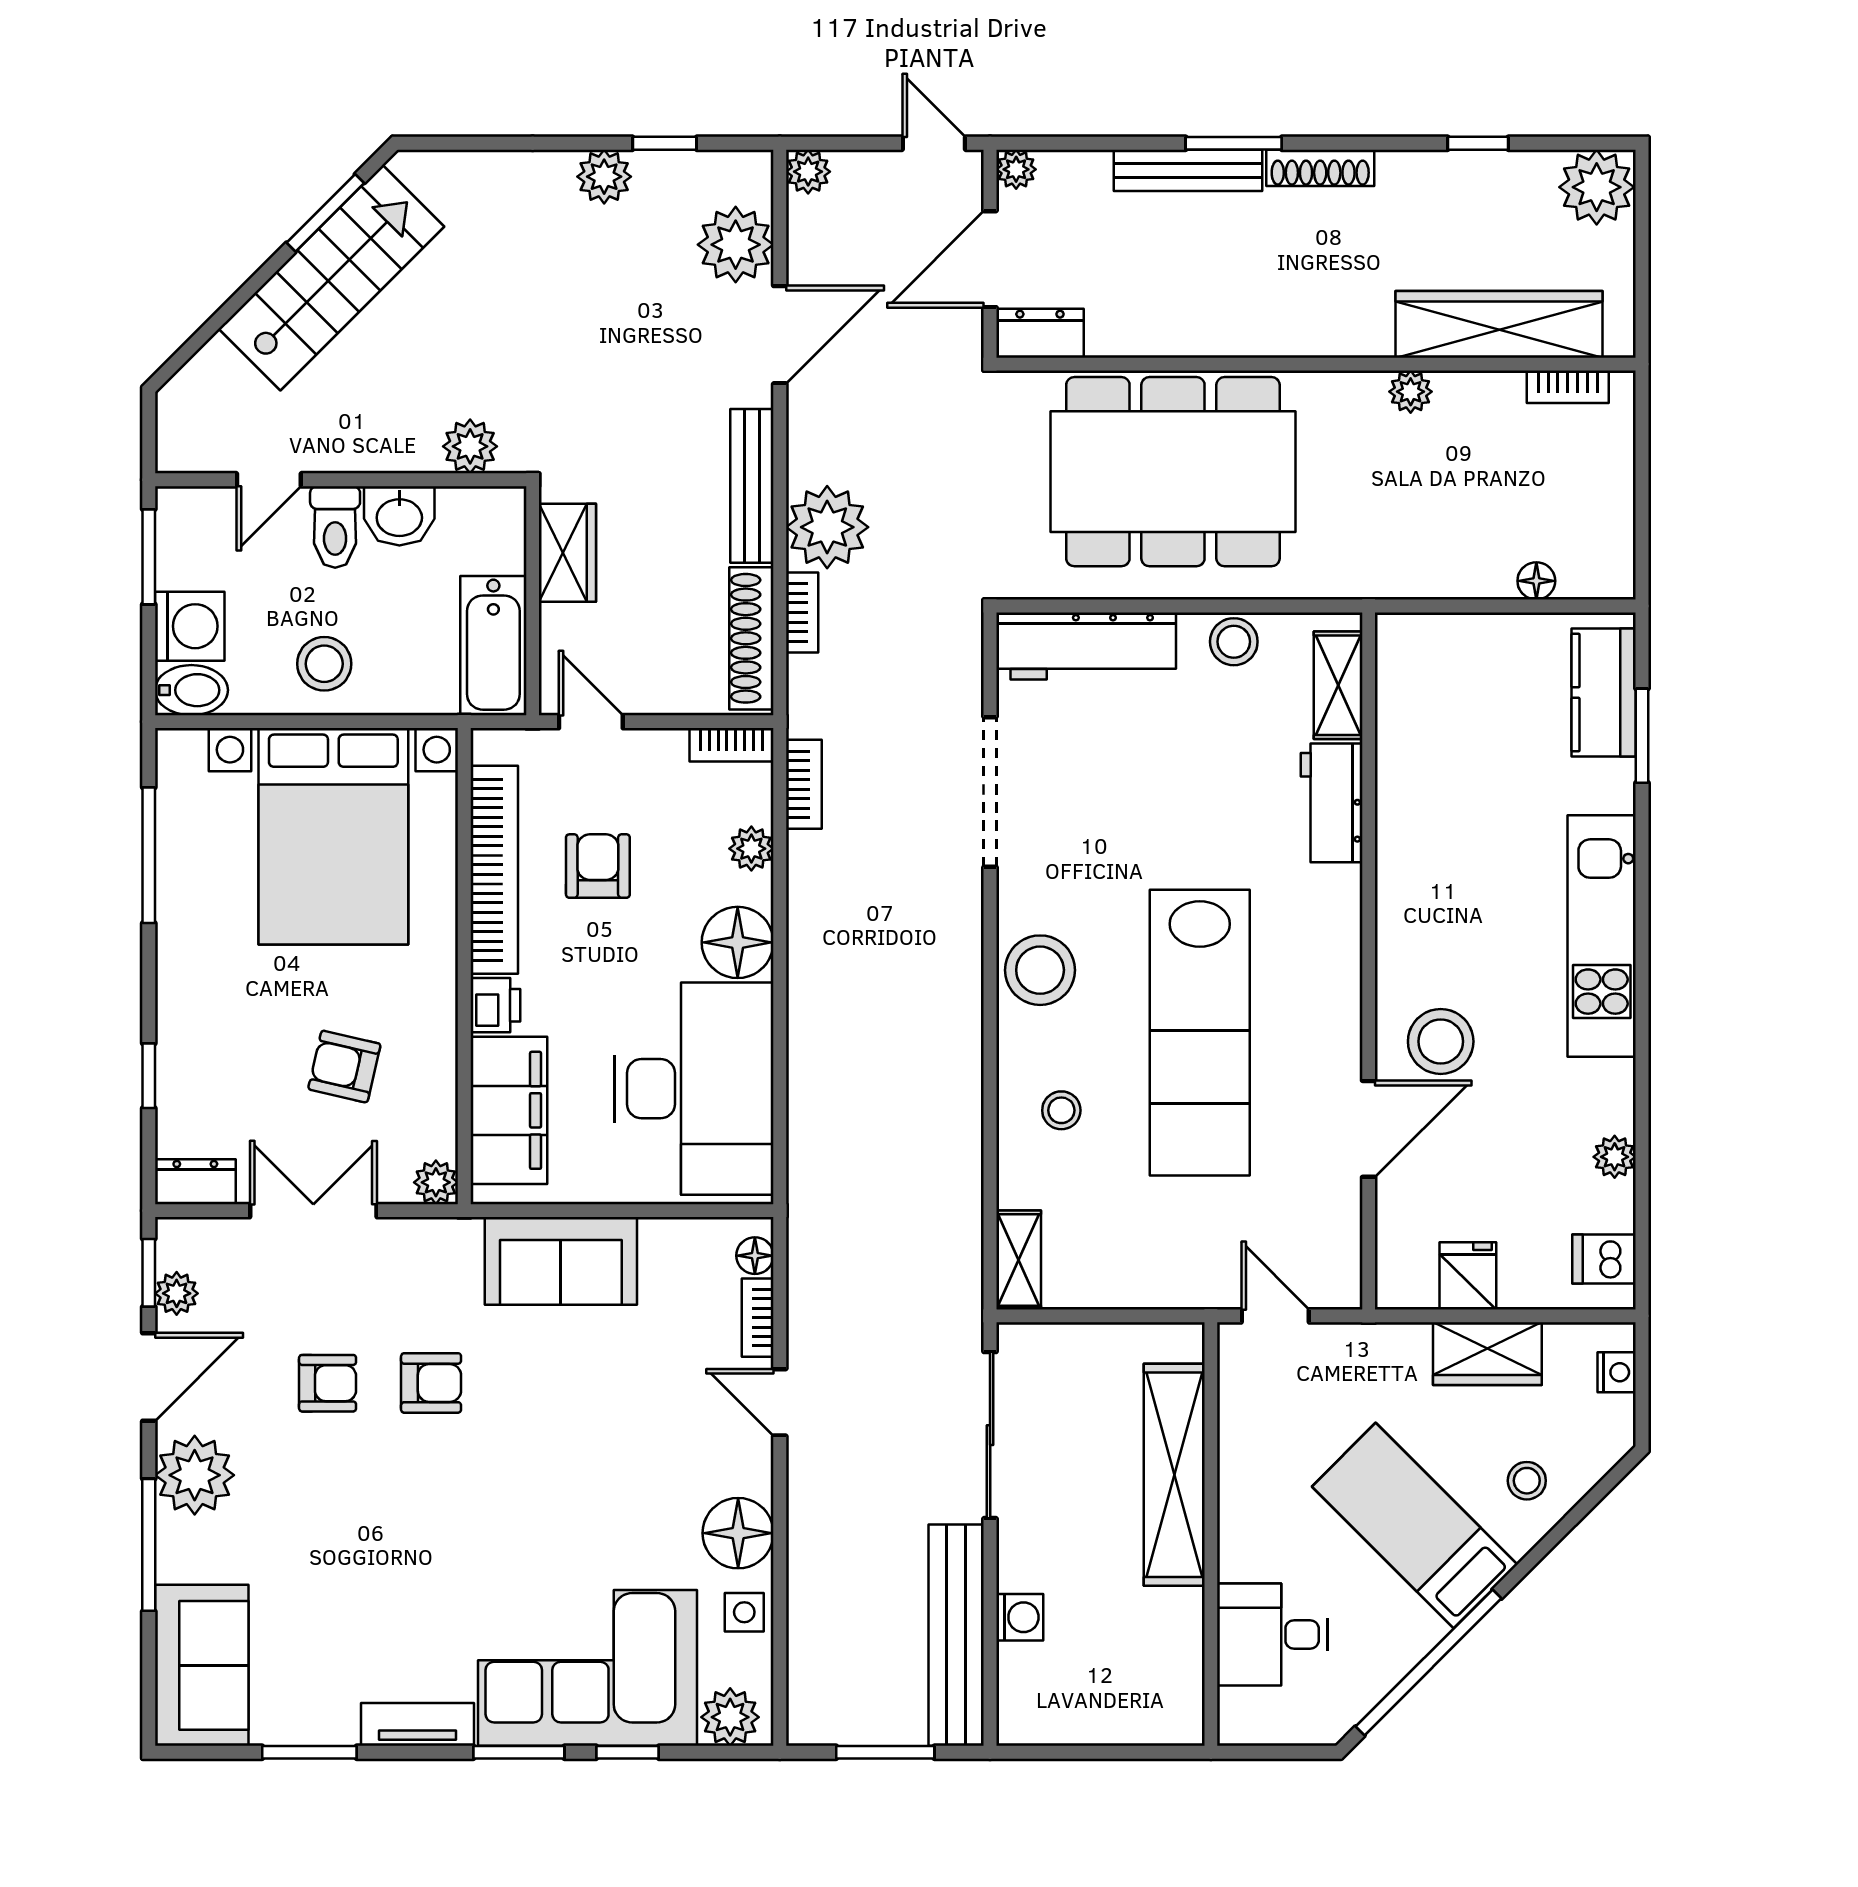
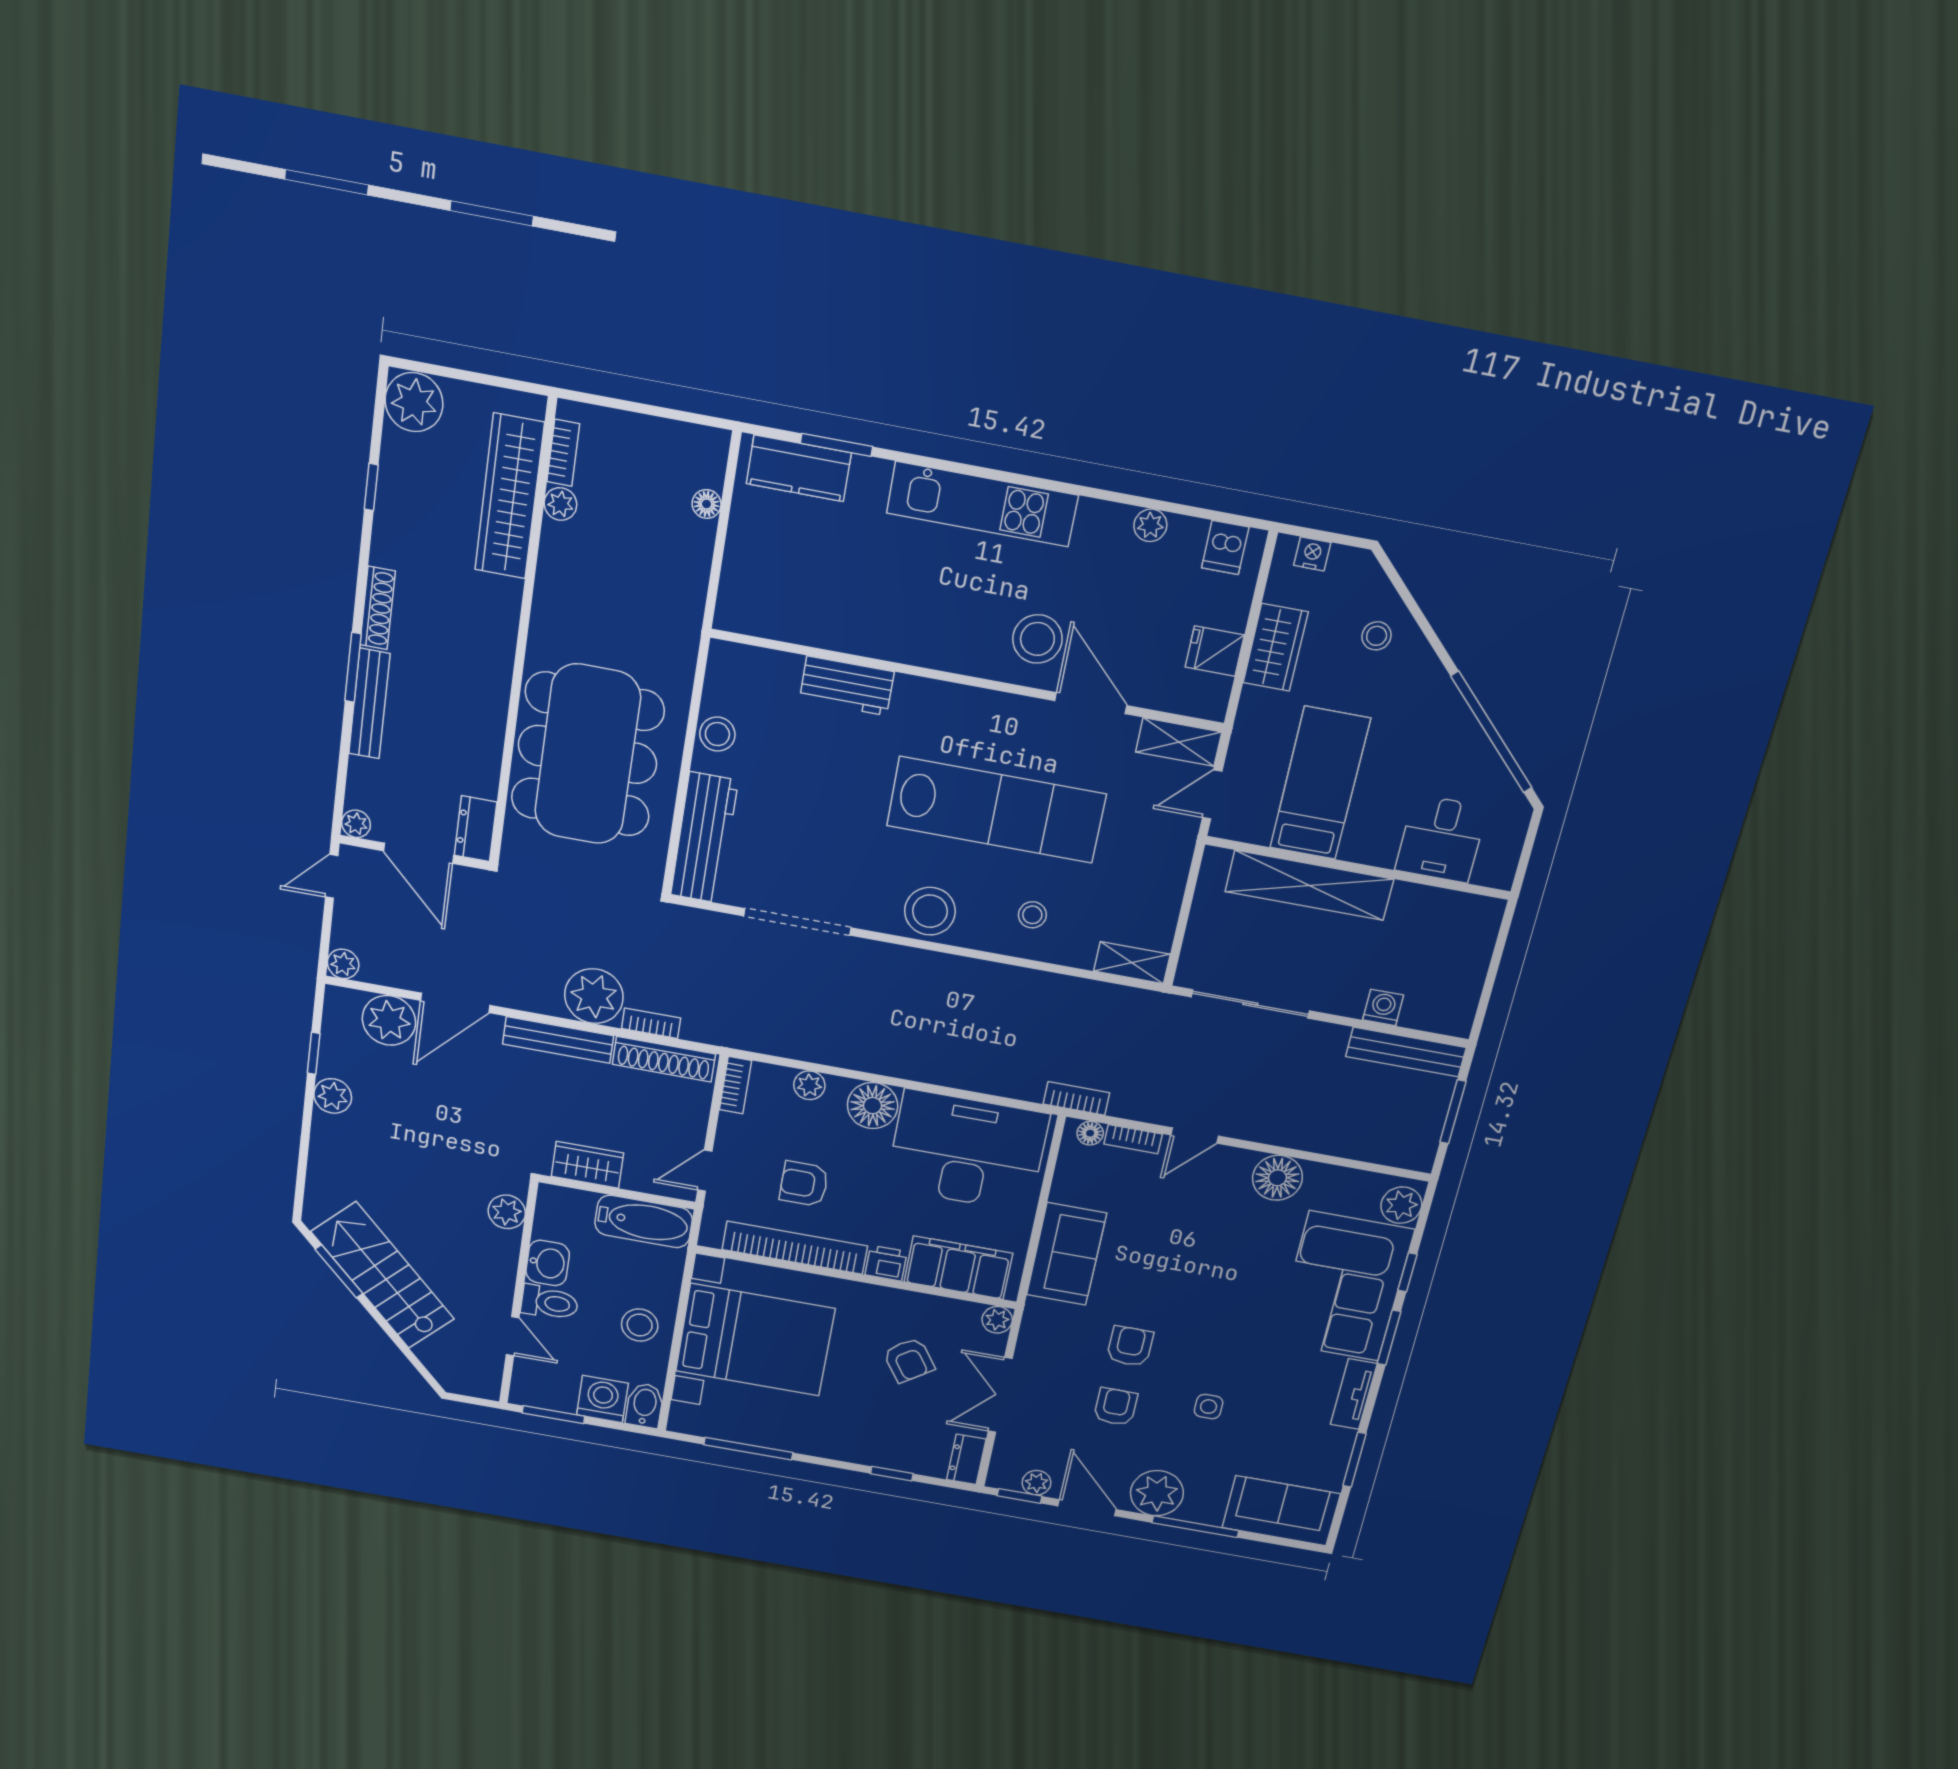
door: (780, 335) -> (455, 1003), swing flipped
plant: (1411, 392) -> (560, 504), moved
shelving: (1338, 685) -> (1179, 742), moved
bookcase: (804, 784) -> (1076, 1098), moved
armchair: (344, 1067) -> (909, 1360), turned -48
bed: (1415, 1526) -> (1320, 783), moved, turned 135
side table: (744, 1612) -> (1209, 1407), moved
bench: (956, 1635) -> (1406, 1052), width x0.73, depth x0.82

